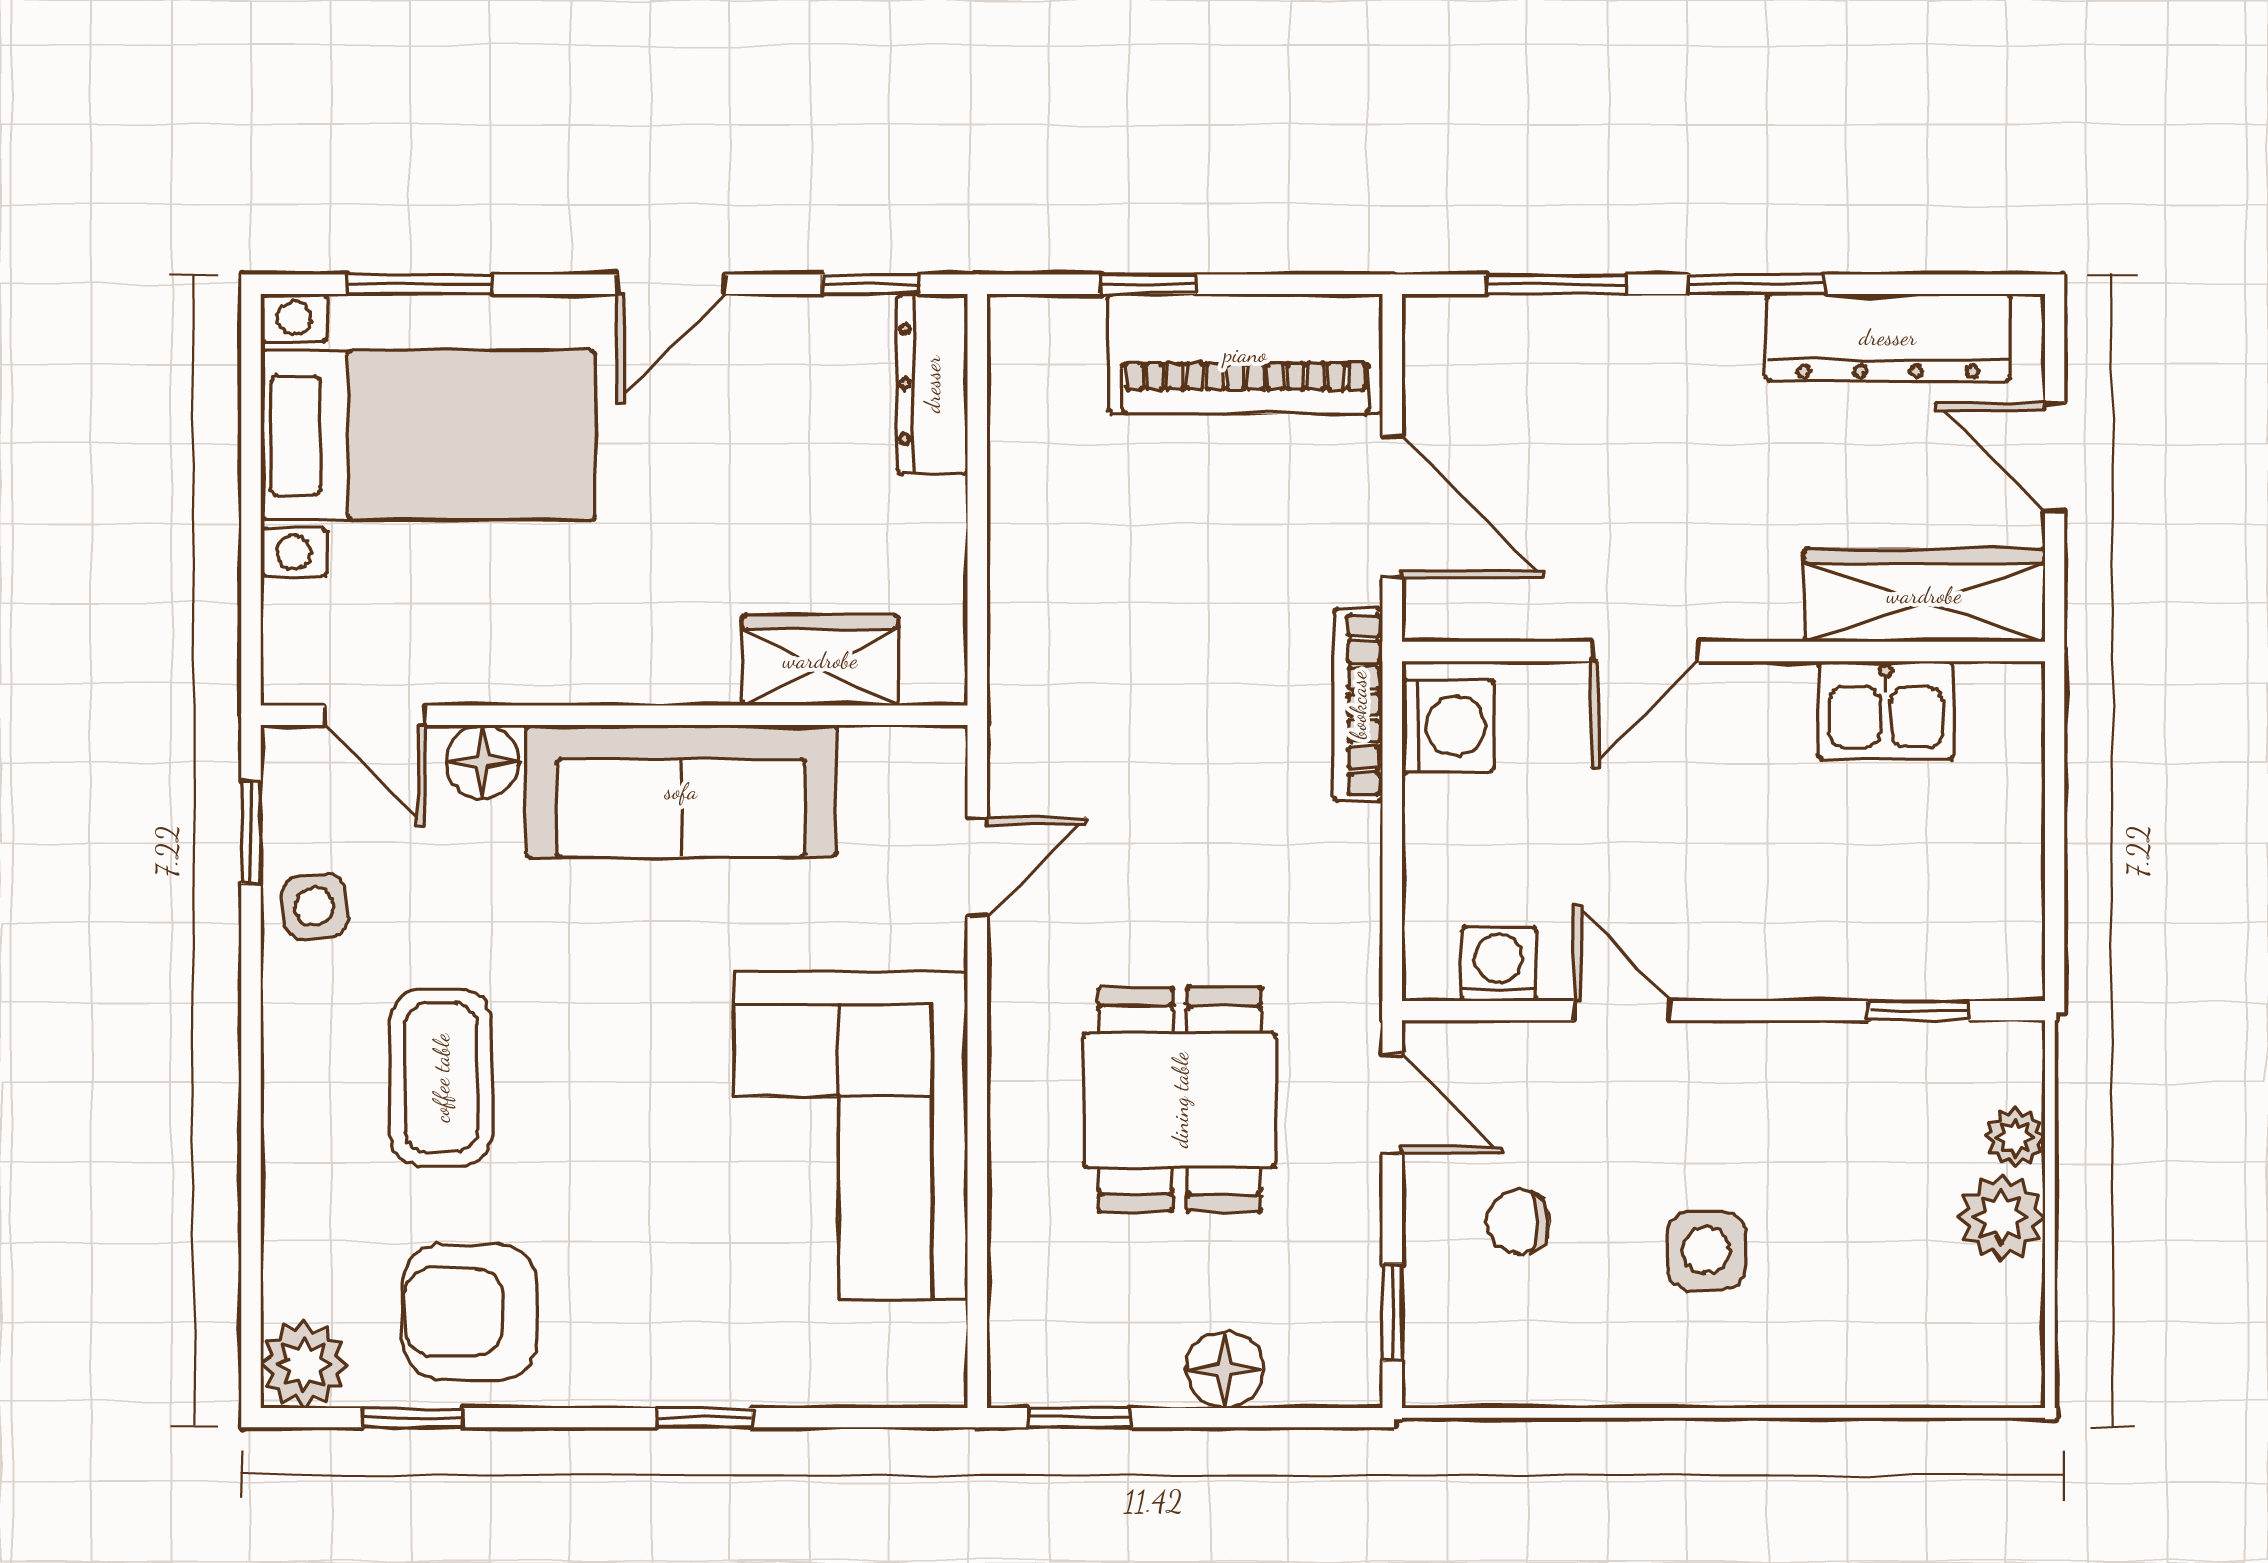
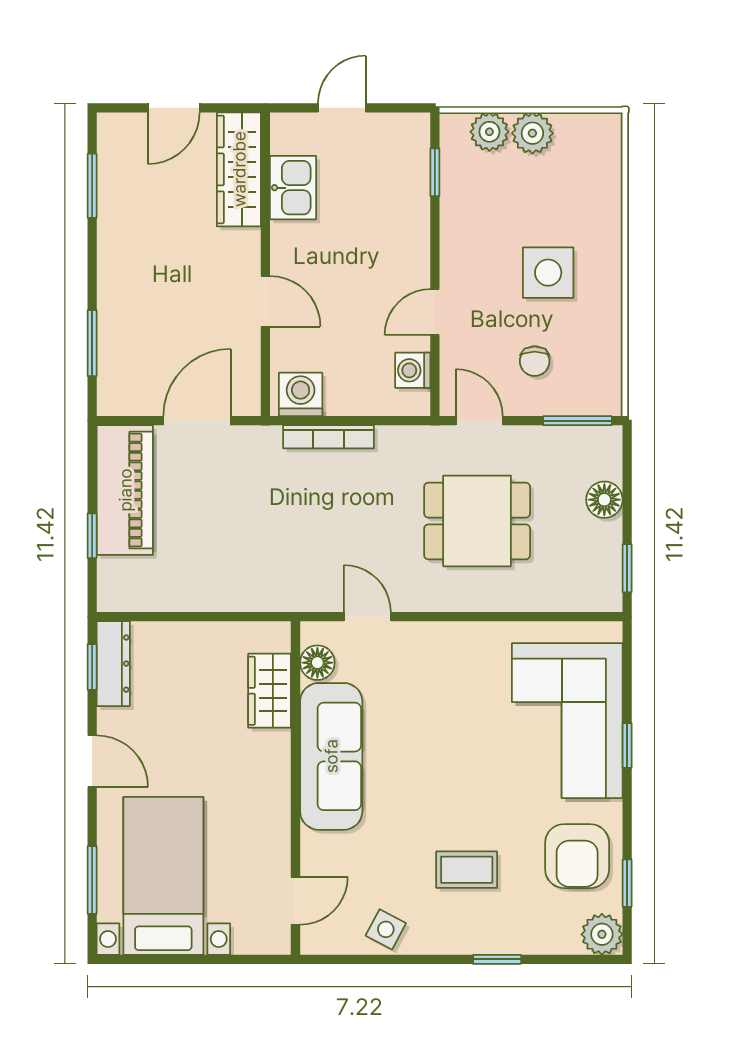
window: (1757, 284) -> (92, 186), moved
dresser: (1888, 337) -> (117, 187), removed
dresser: (932, 384) -> (113, 664), moved, turned -90
bookcase: (1358, 705) -> (329, 437), moved
floor lamp: (482, 762) -> (317, 663), moved
door: (2055, 814) -> (342, 108), added
window: (251, 833) -> (497, 959), moved
side table: (315, 907) -> (386, 929), turned 35
coffee table: (441, 1078) -> (467, 870), width x0.73, depth x0.77
door: (1392, 1104) -> (479, 421), hinge flipped
corner sofa: (851, 1136) -> (567, 721), moved, turned 90
plant: (2015, 1137) -> (489, 132), width x1.38, depth x1.38
side table: (1706, 1251) -> (548, 273), width x1.37, depth x1.37
window: (1392, 1312) -> (577, 421), width x1.50

